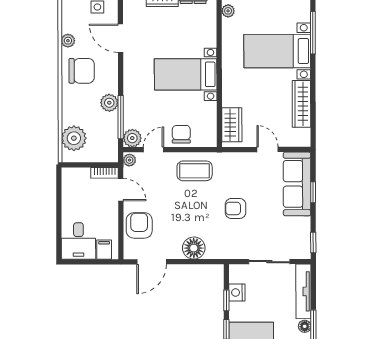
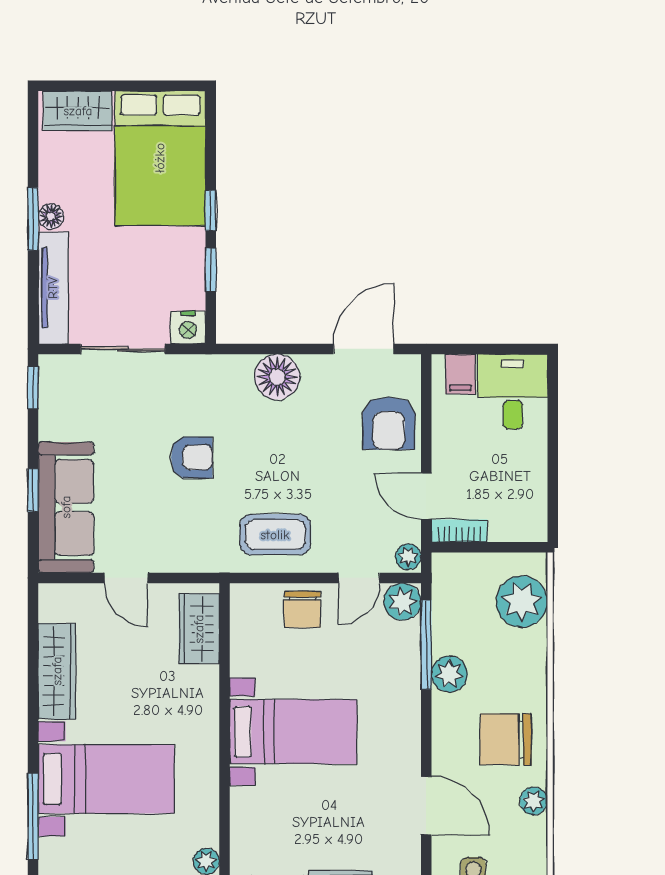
nightstand: (237, 293) -> (188, 327), moved, turned 90

